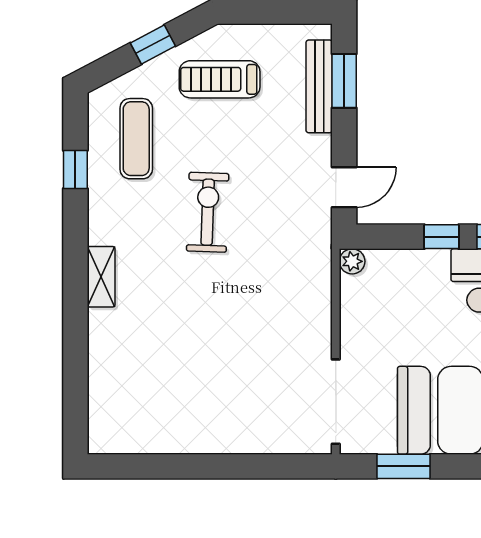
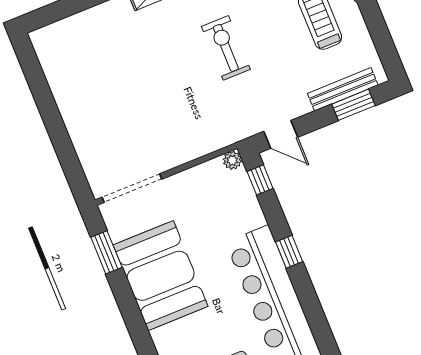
exercise bike: (208, 212) -> (226, 48), turned -92
window: (441, 237) -> (260, 180), moved

